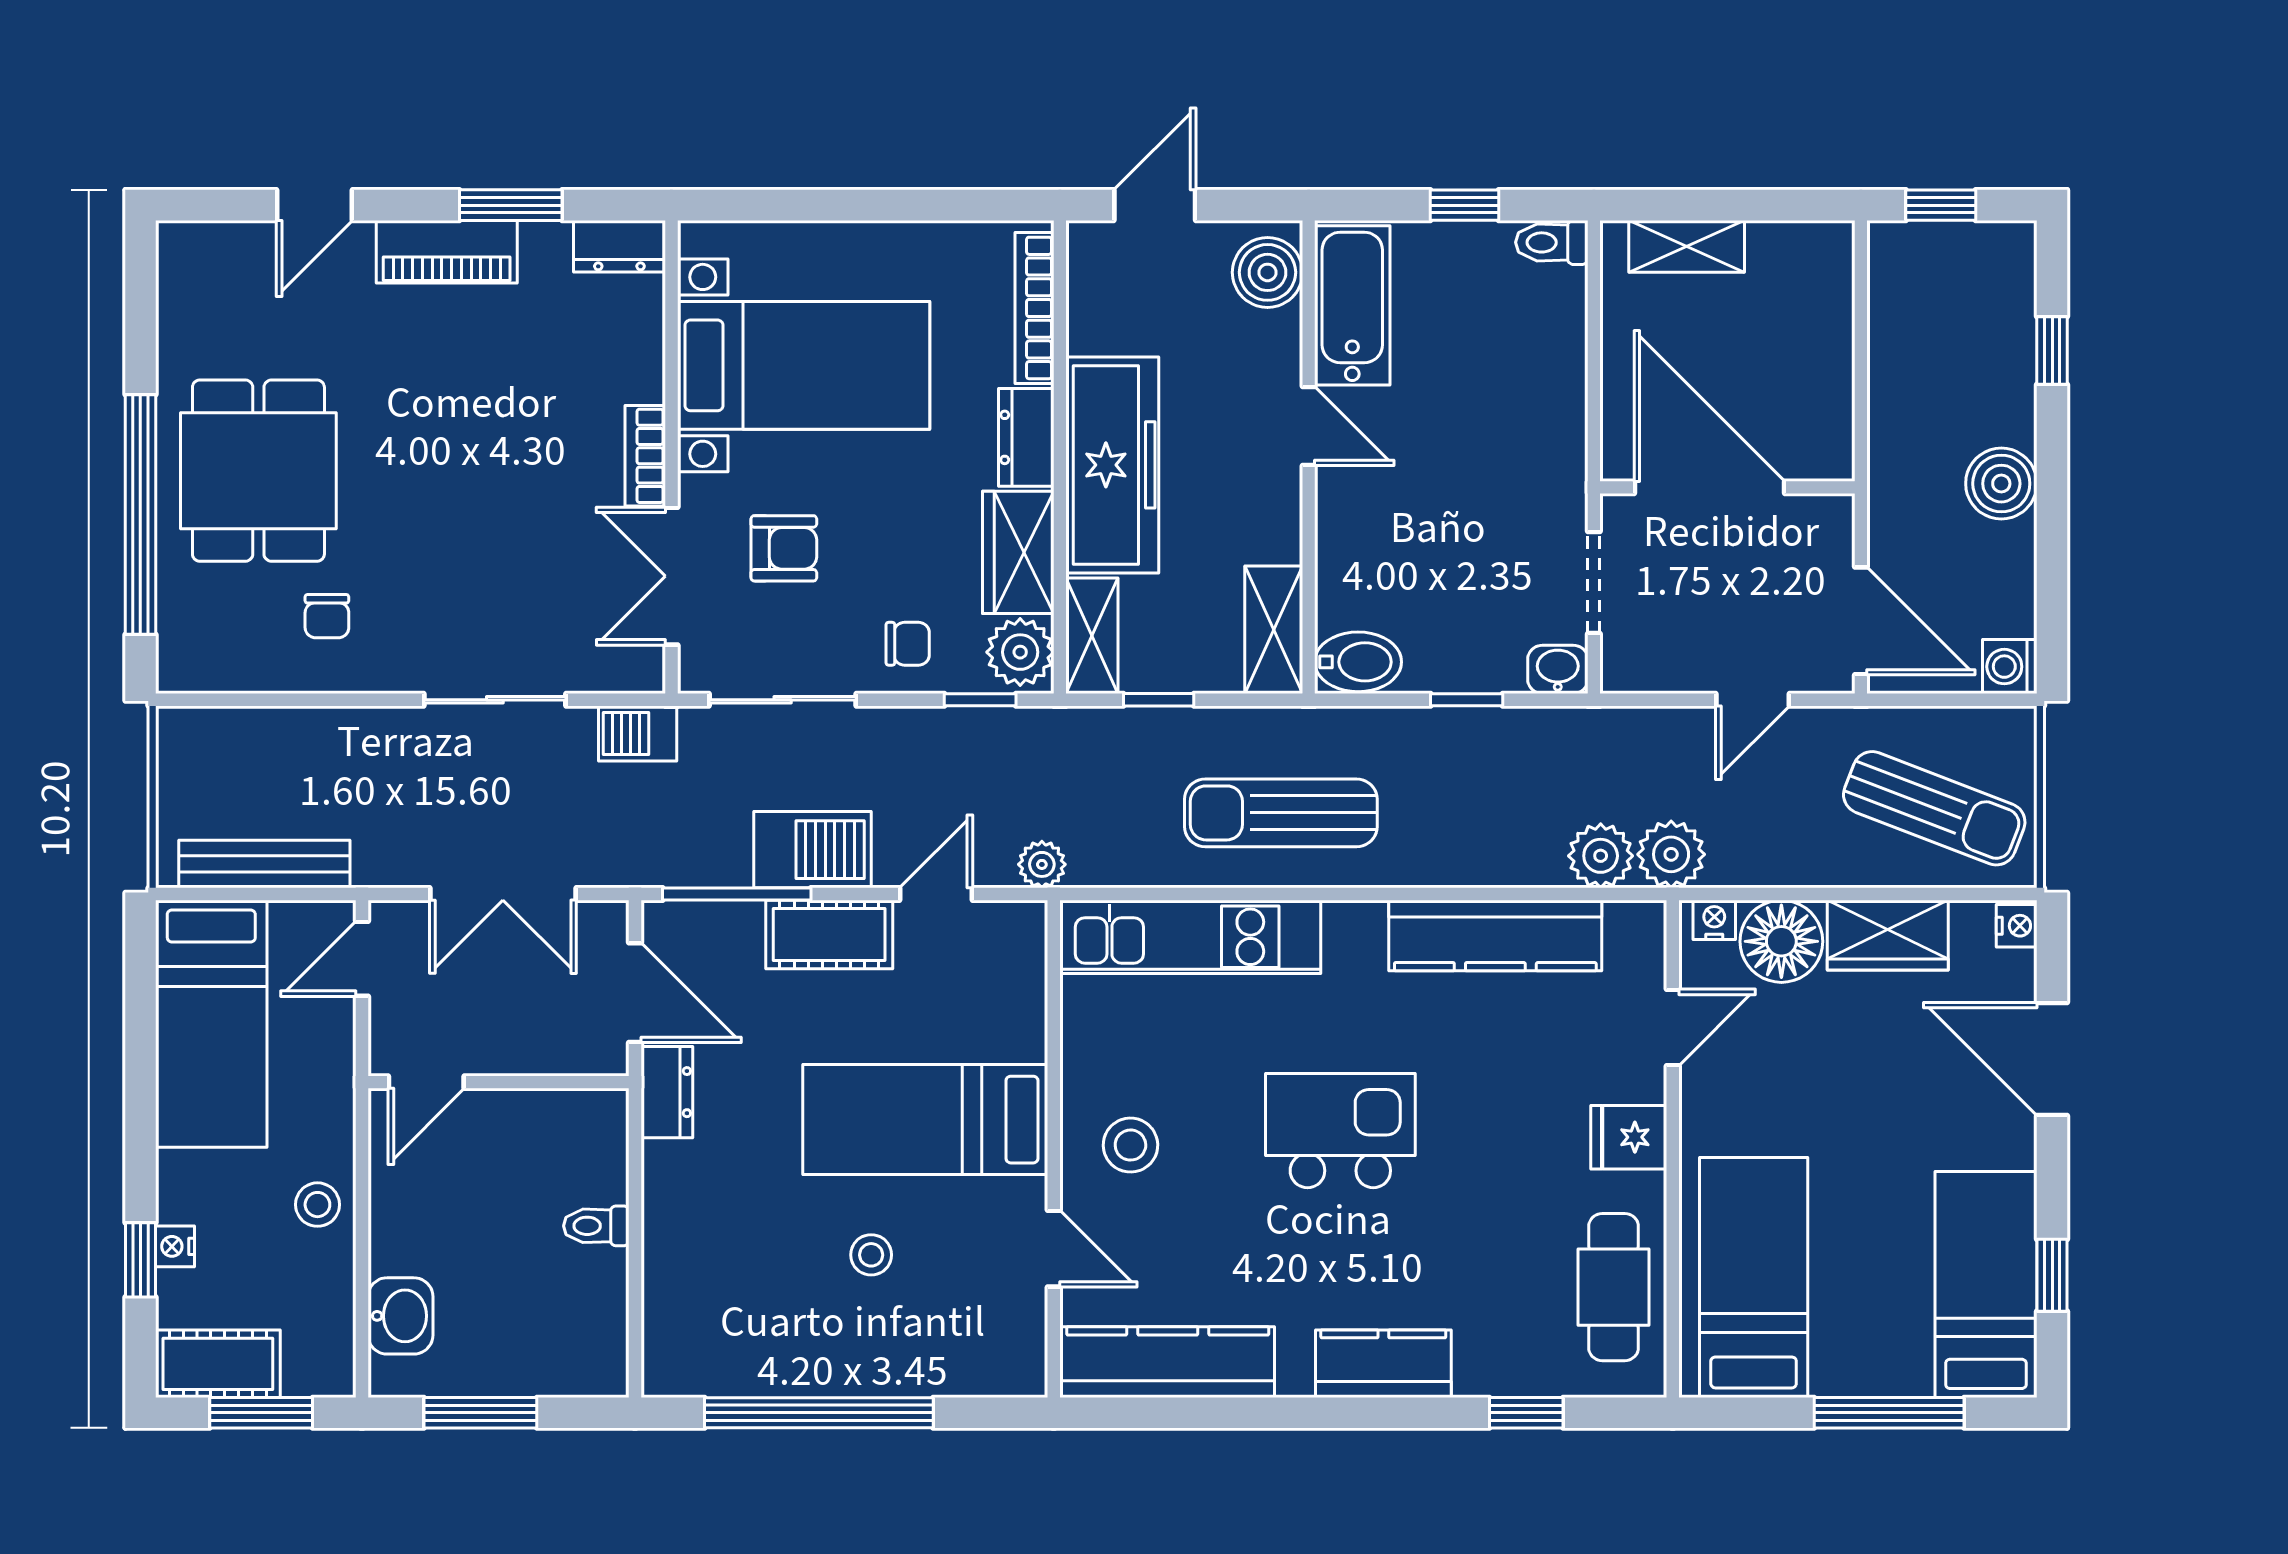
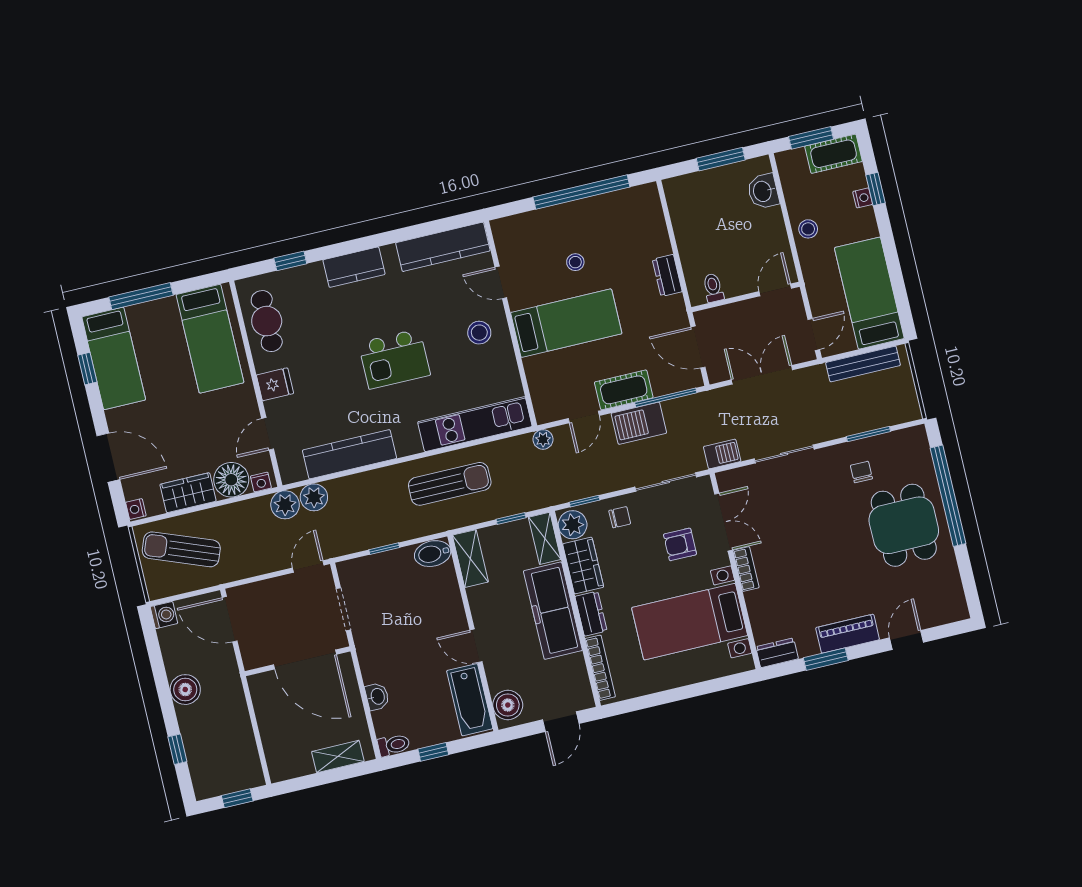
chair: (908, 644) -> (620, 517), turned 180
washbasin: (1558, 669) -> (377, 697), moved, turned -90
window: (290, 700) -> (868, 434), added
door: (1753, 700) -> (308, 566), moved
dresser: (667, 1092) -> (667, 275), moved
toilet: (596, 1226) -> (713, 288), moved, turned -90

